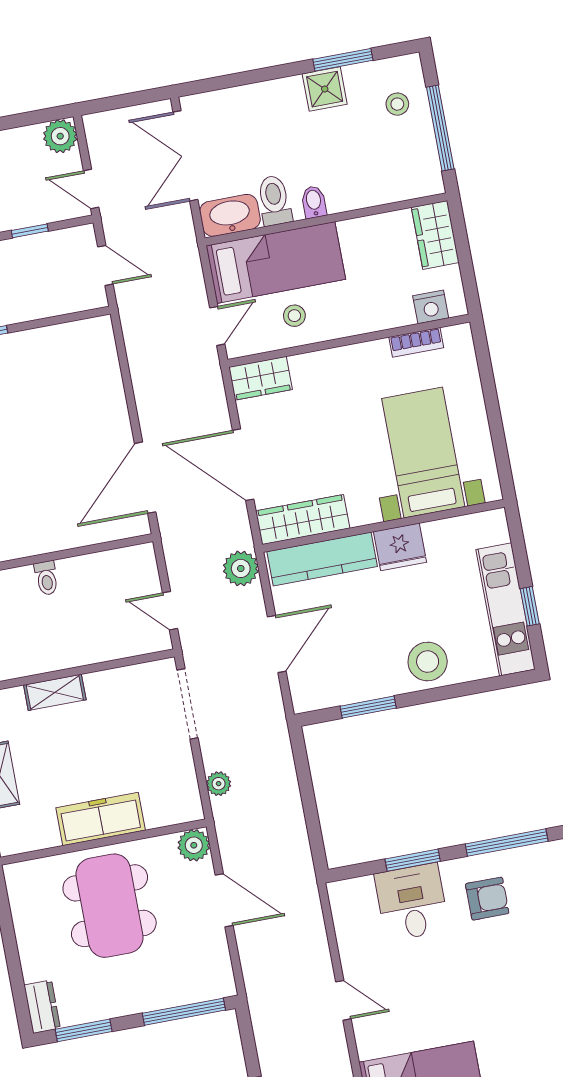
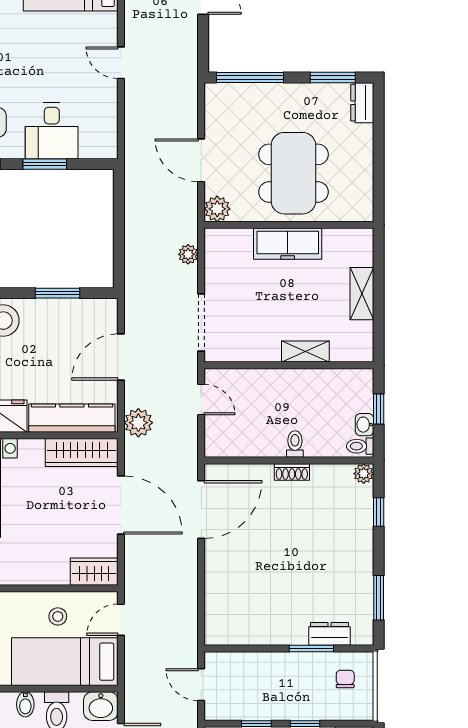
washbasin: (230, 215) -> (101, 706), width x0.72
shoe rack: (44, 544) -> (292, 472), added

